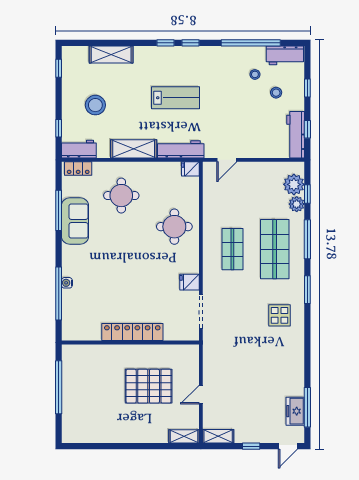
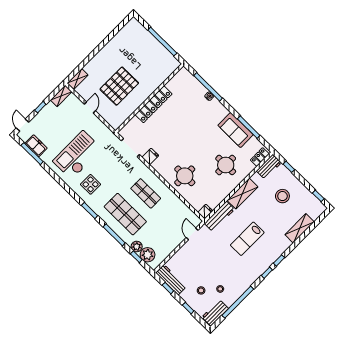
checkout: (263, 359) -> (77, 155), added

